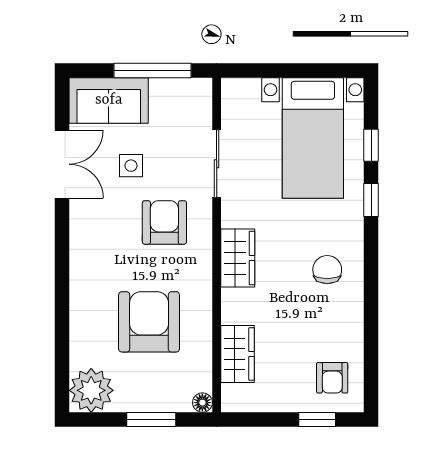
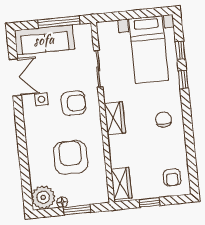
sofa: (109, 100) -> (44, 40), width x1.36
side table: (131, 166) -> (41, 99), moved
armchair: (164, 222) -> (73, 103), turned 90
wardrobe: (237, 354) -> (121, 184), moved
floor lamp: (202, 403) -> (62, 202), moved
window: (317, 420) -> (150, 202), moved

